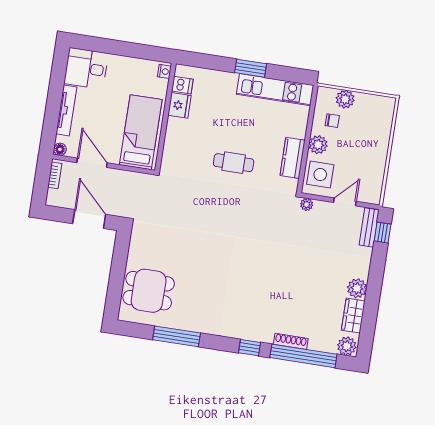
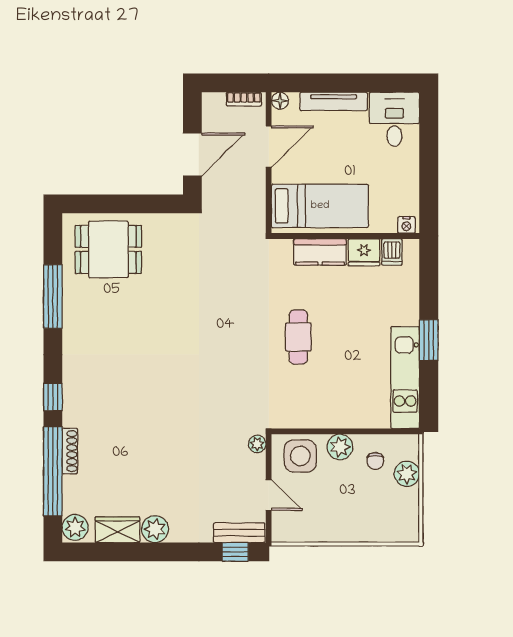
kitchen counter: (293, 158) -> (320, 252), moved, turned 180
dining table: (149, 291) -> (108, 249), turned 90

